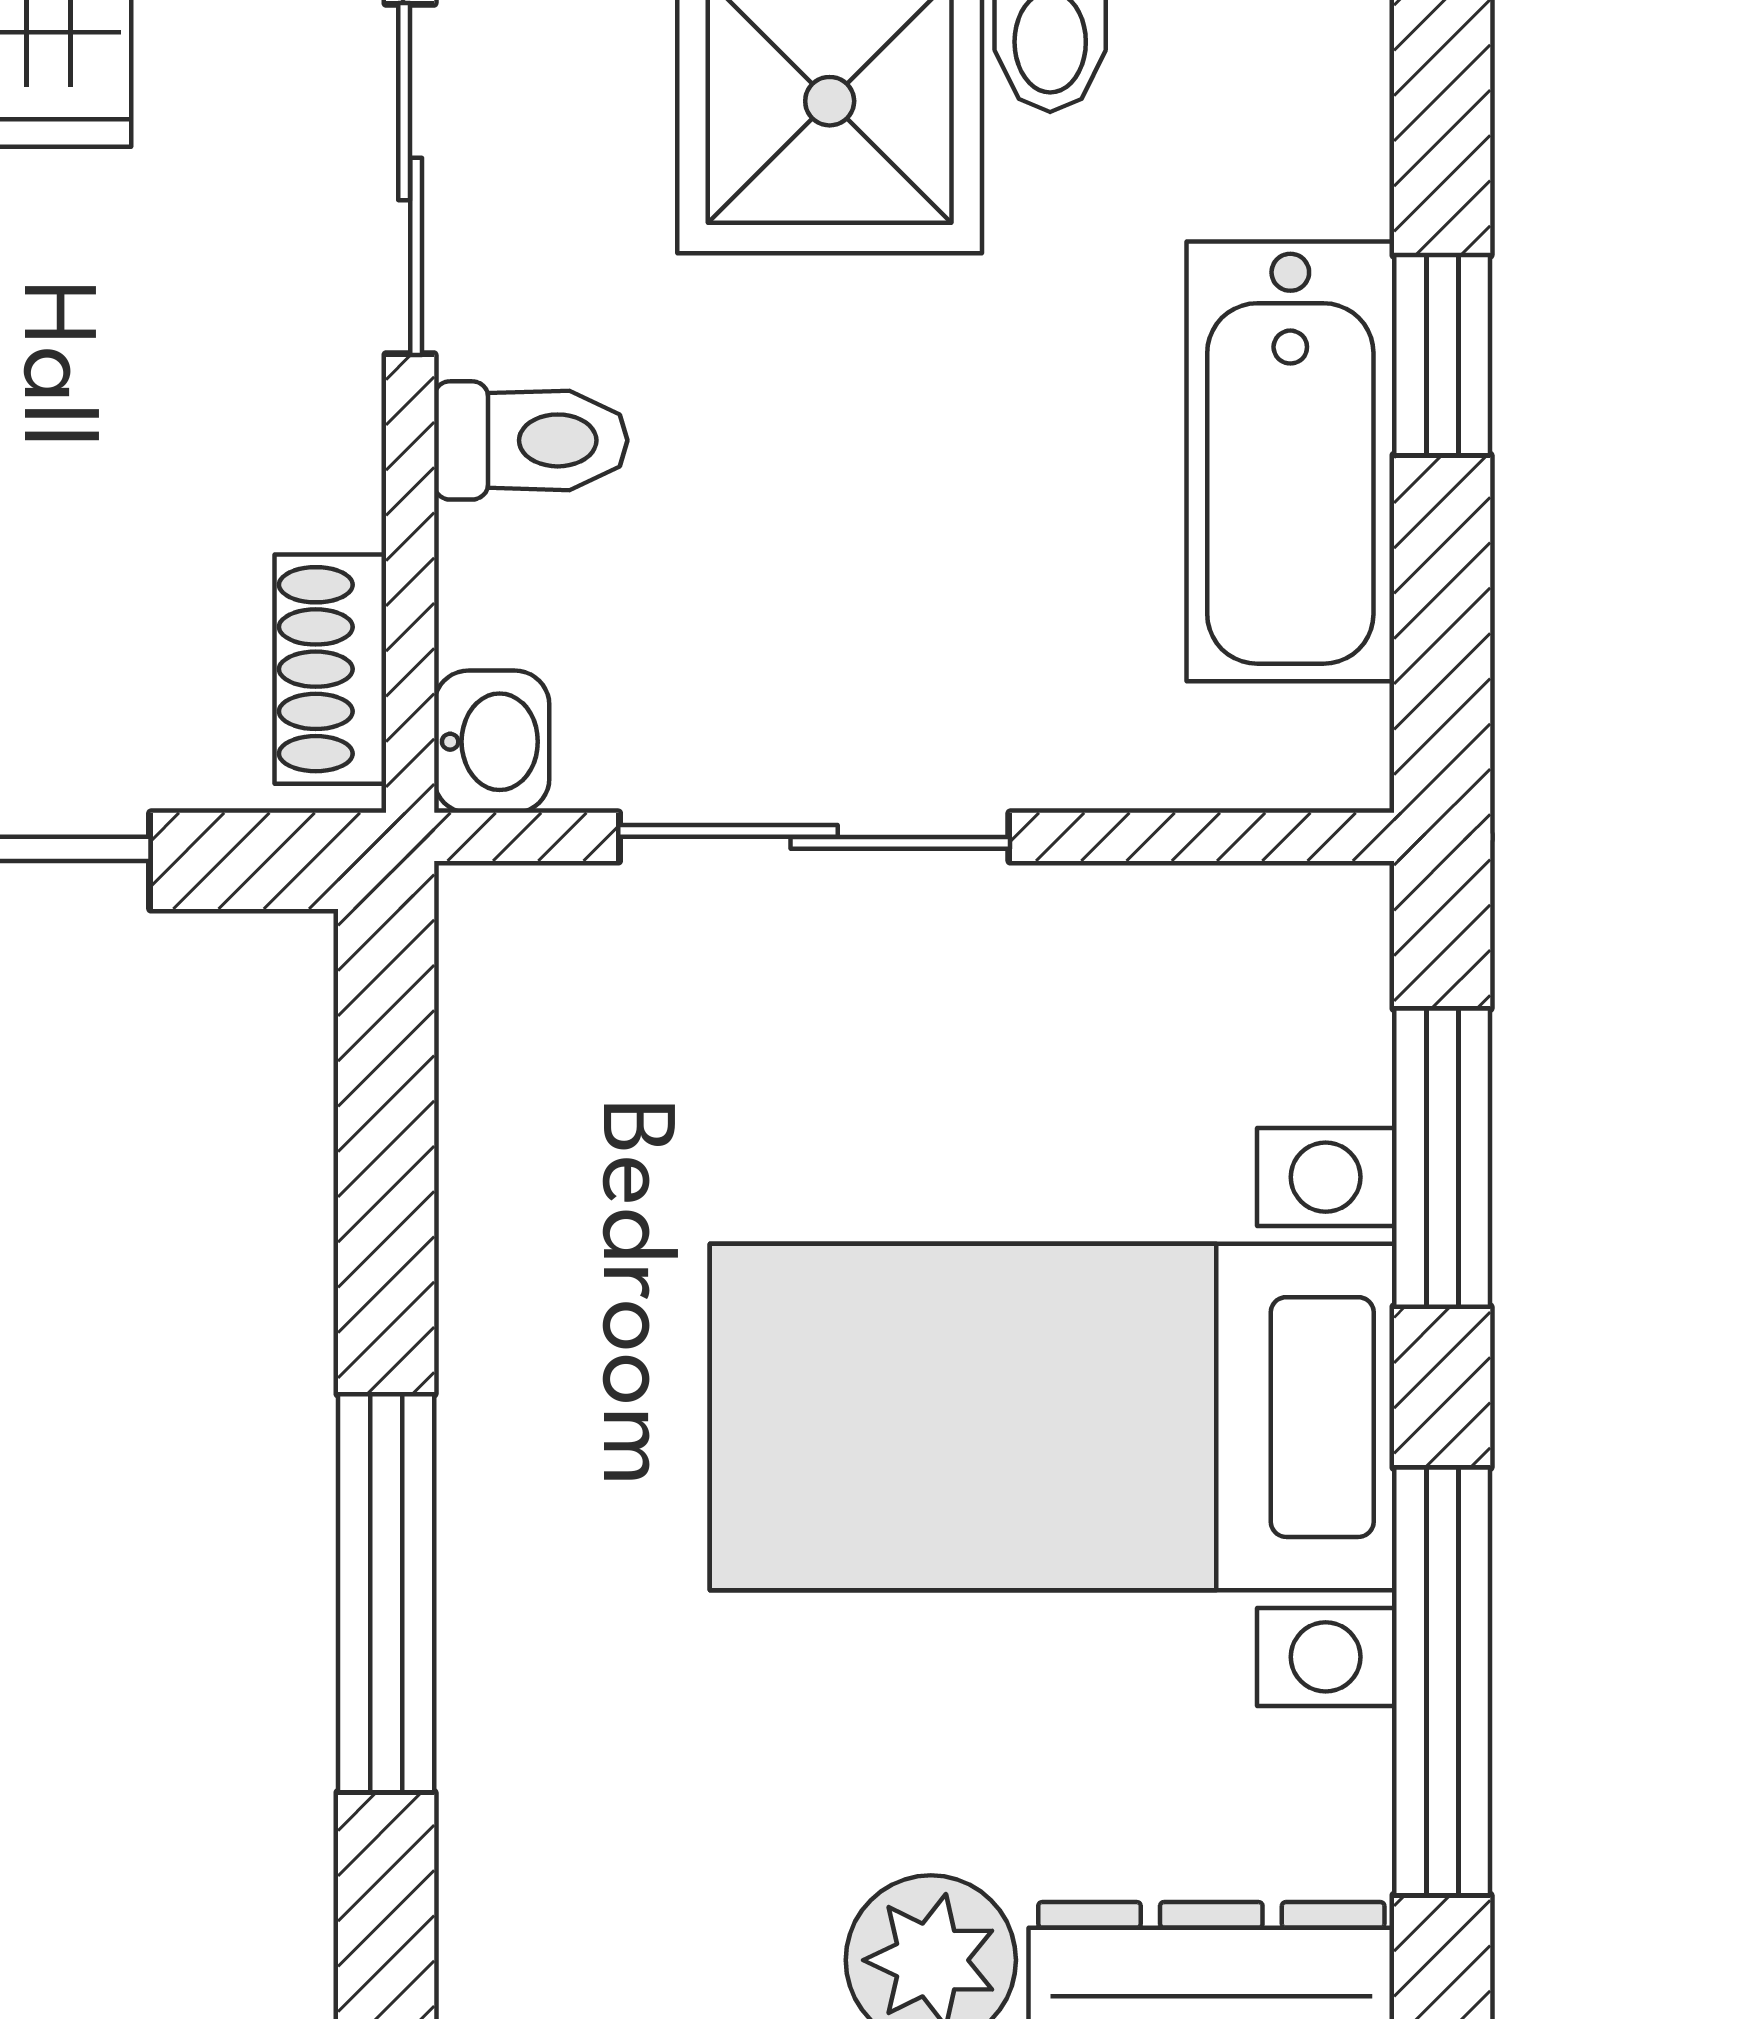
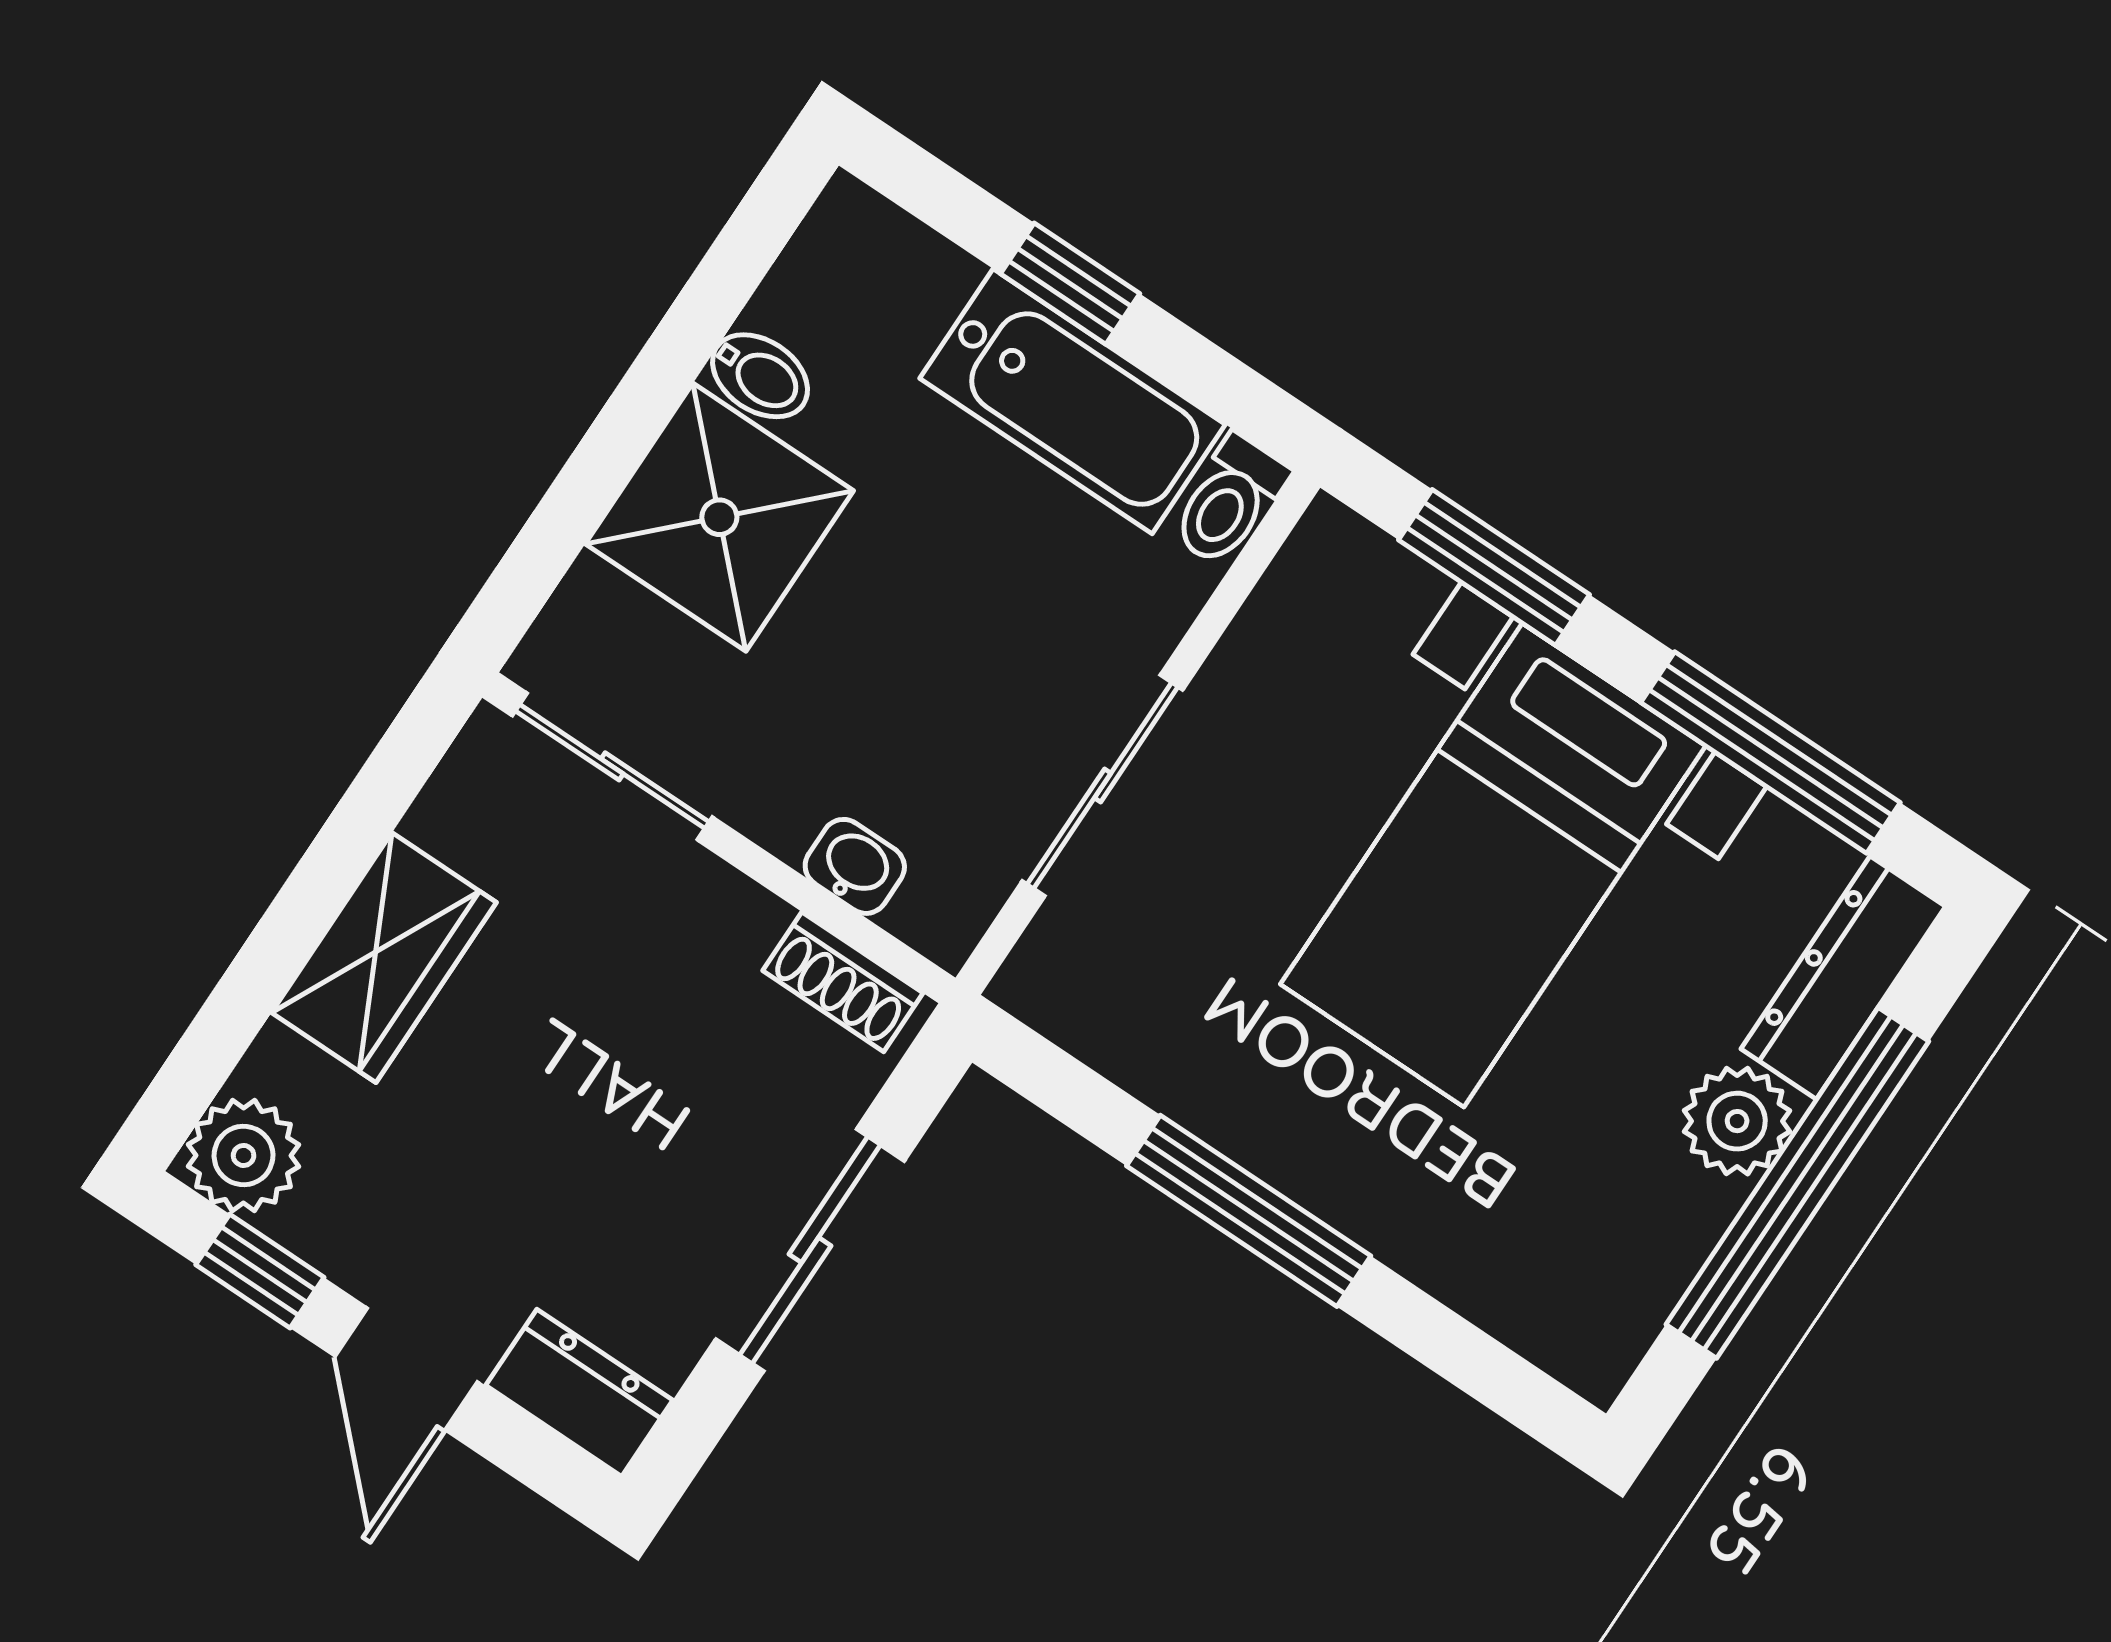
toilet: (531, 440) -> (1229, 501), moved, turned 180
washbasin: (492, 742) -> (855, 866), moved
window: (386, 1593) -> (1249, 1211), moved

